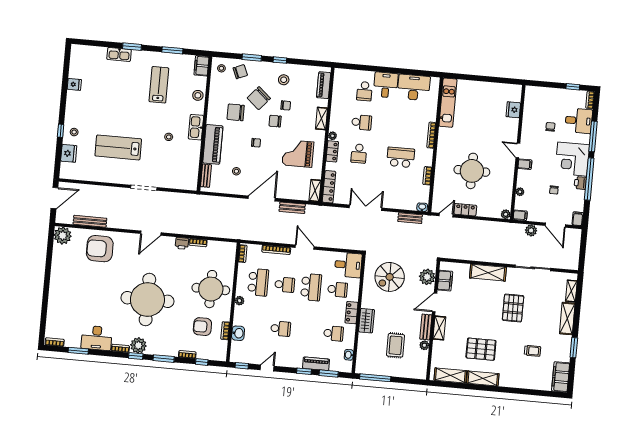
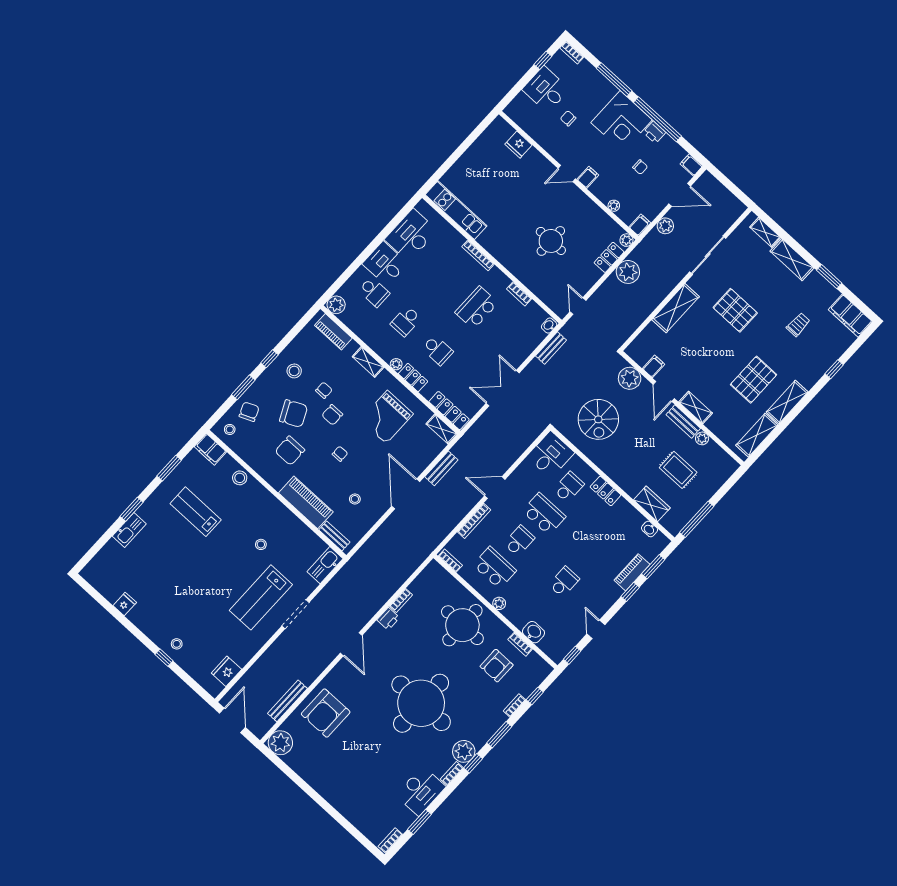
plant: (340, 75) -> (336, 305), added
chair: (259, 98) -> (294, 414), turned -67
desk: (579, 121) -> (546, 89), moved, turned -90
school desk: (362, 122) -> (406, 321), turned 180
kitchen sink: (196, 127) -> (325, 565), moved, turned 90
lab bench: (118, 147) -> (261, 597), moved
fridge: (69, 153) -> (226, 671), moved, turned -90
round table: (472, 171) -> (551, 241), width x0.73, depth x0.73
locker: (465, 210) -> (609, 257), moved
plant: (488, 229) -> (628, 272), added
filing cabinet: (445, 281) -> (654, 366), width x0.50
wardrobe: (367, 321) -> (652, 504), moved
school desk: (333, 333) -> (613, 528), removed
window: (523, 391) -> (834, 369), added

